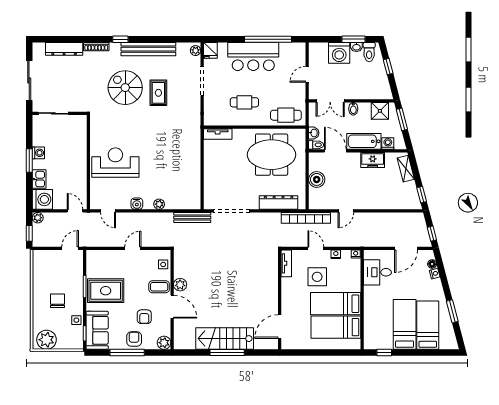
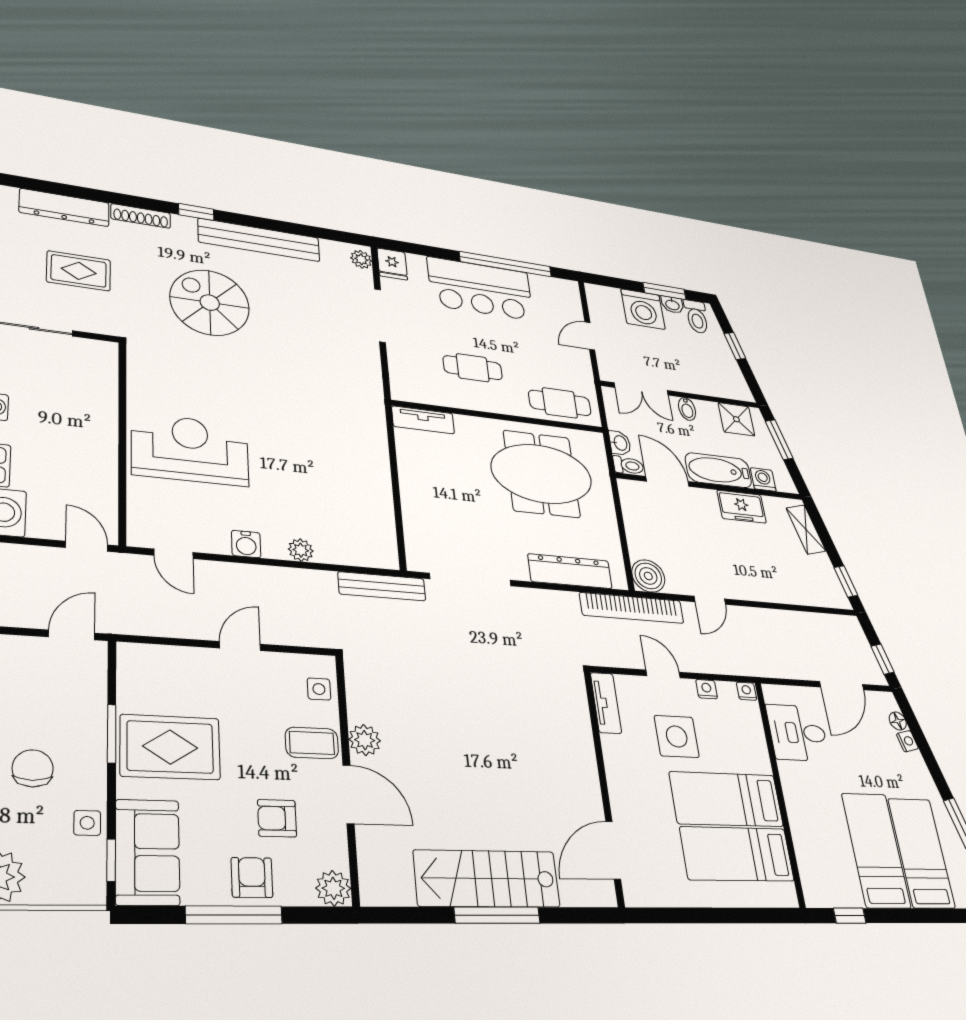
rug: (158, 93) -> (79, 271), moved, turned 90
boiler: (317, 179) -> (648, 576), moved
armchair: (144, 317) -> (277, 818), turned 90

